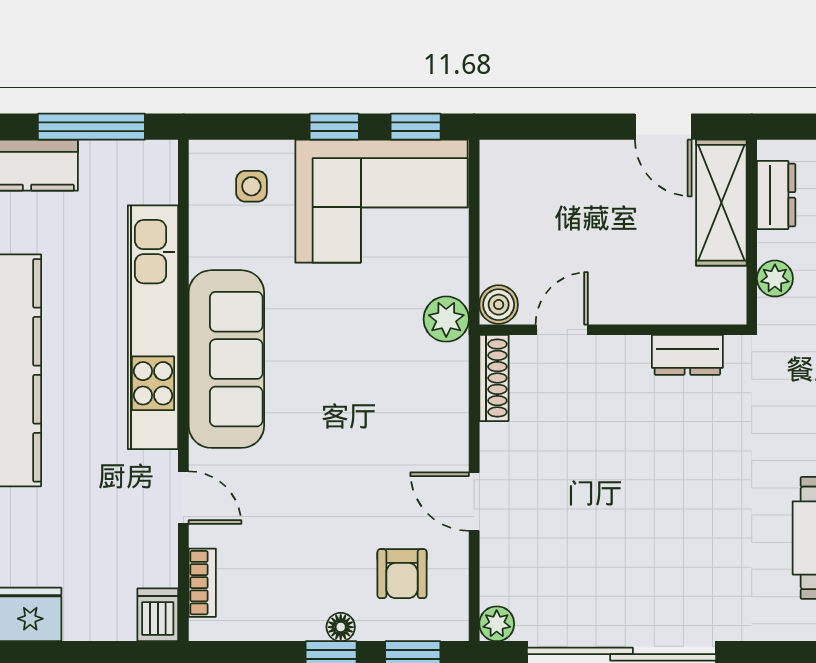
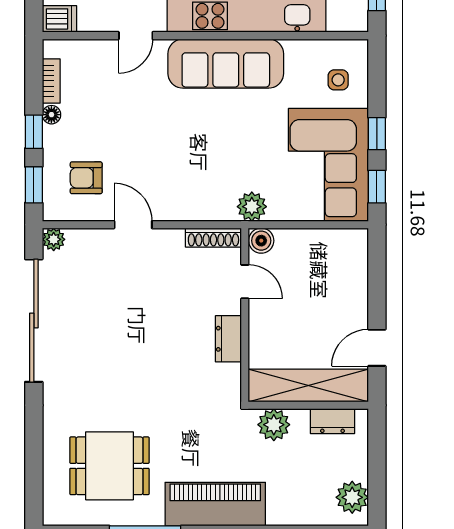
shelving: (721, 203) -> (308, 385), width x1.47
plant: (775, 278) -> (274, 425), width x1.38, depth x1.38
dresser: (687, 355) -> (228, 339), moved
door: (474, 502) -> (133, 225), hinge flipped
bookcase: (202, 583) -> (51, 81), moved, turned -90
floor lamp: (341, 627) -> (51, 115), moved

